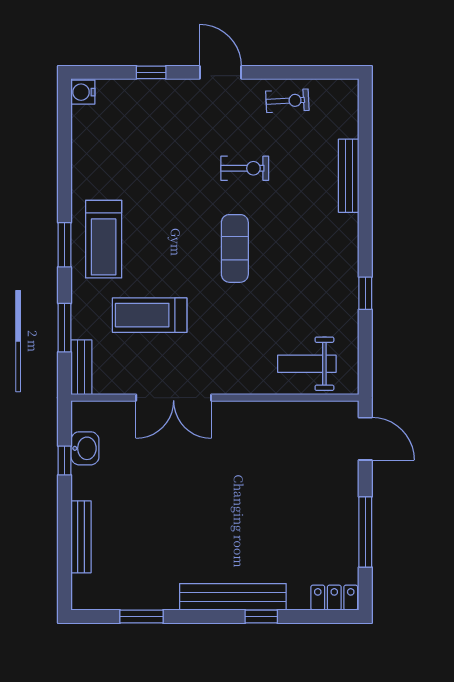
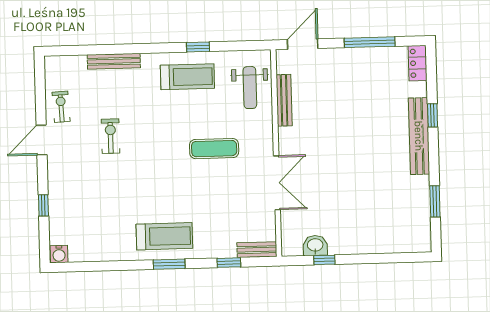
door: (221, 72) -> (42, 140), moved
exercise mat: (235, 248) -> (214, 149), moved
treadmill: (150, 315) -> (187, 77), moved, turned -90
window: (65, 328) -> (229, 263), width x0.67
bench: (81, 537) -> (284, 100), moved, turned 90

